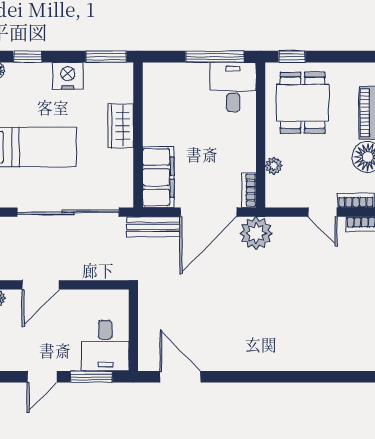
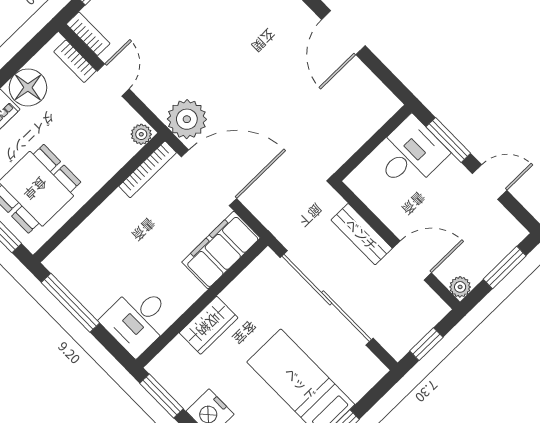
desk: (233, 87) -> (138, 319), moved
plant: (274, 166) -> (141, 134), moved
bookcase: (249, 190) -> (148, 169), width x1.56
bench: (153, 227) -> (362, 234), moved
door: (180, 377) -> (343, 33), moved

